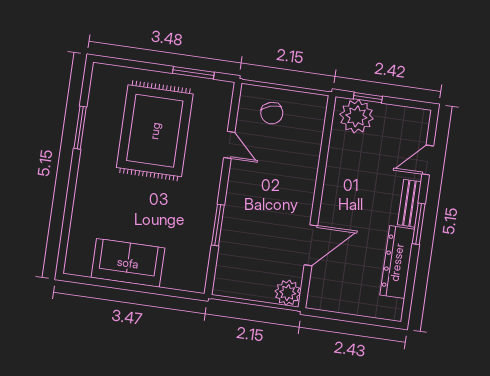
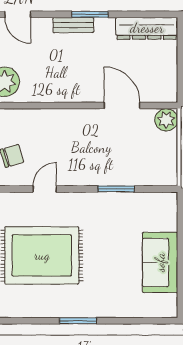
window: (80, 128) -> (78, 321), moved
door: (428, 160) -> (18, 14), moved
dresser: (397, 262) -> (147, 28), moved

